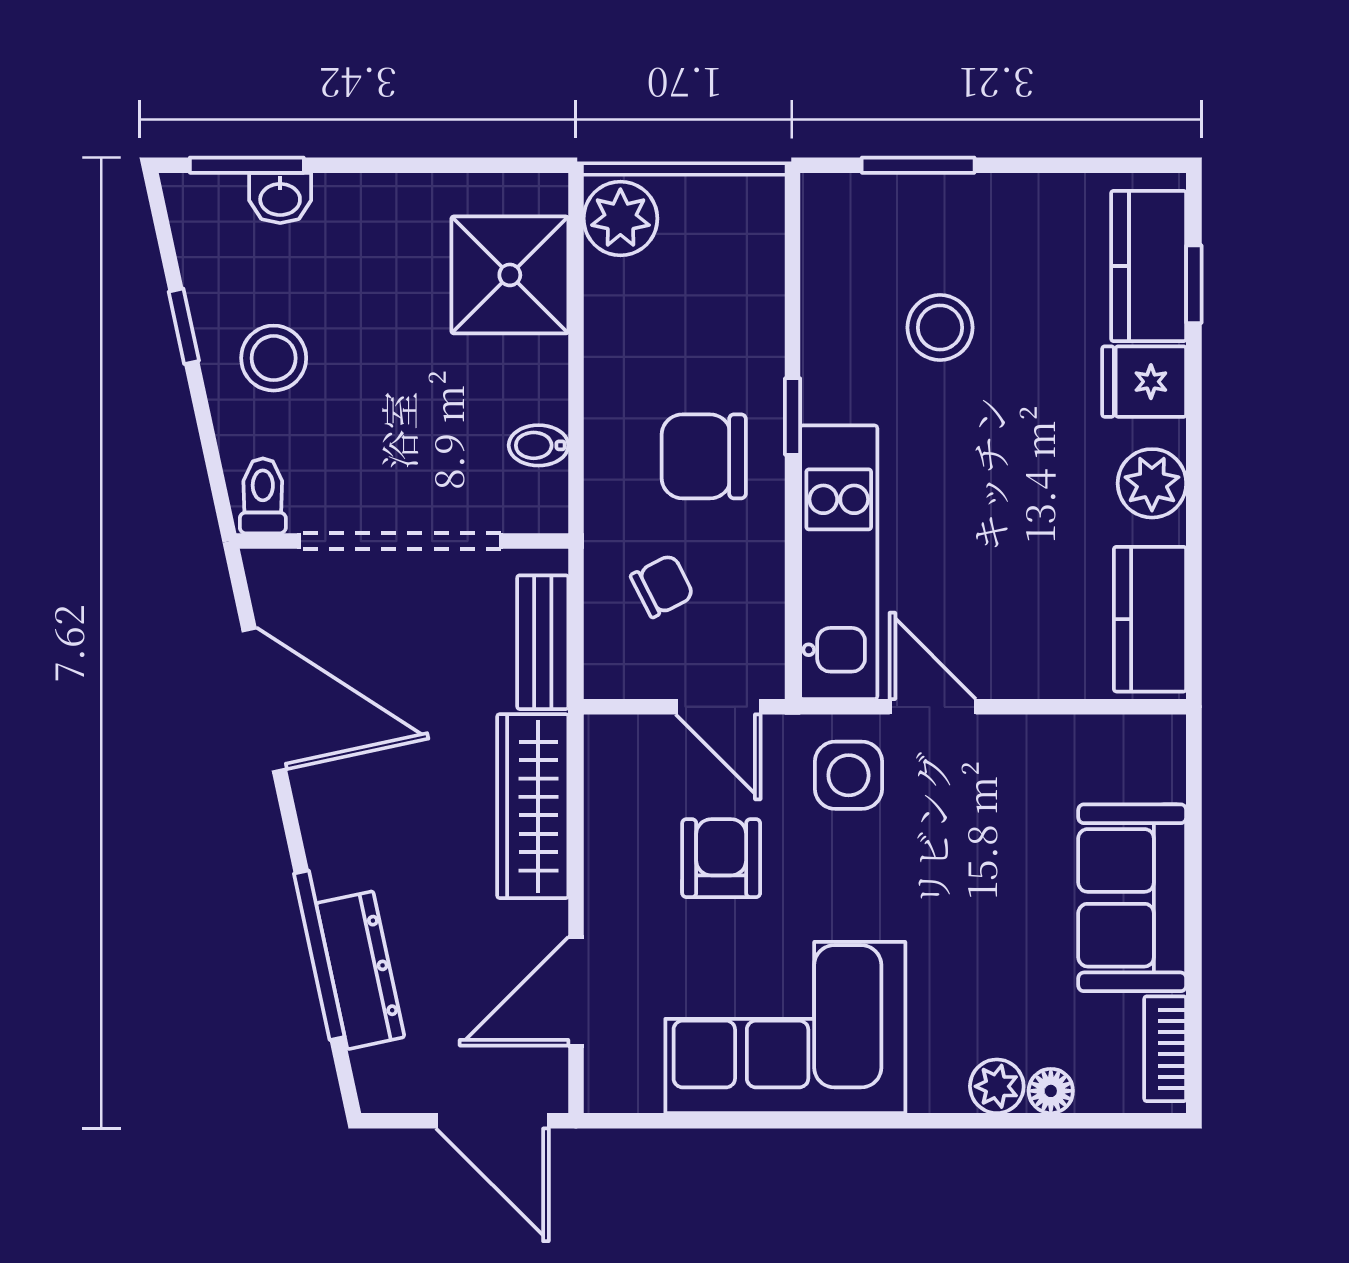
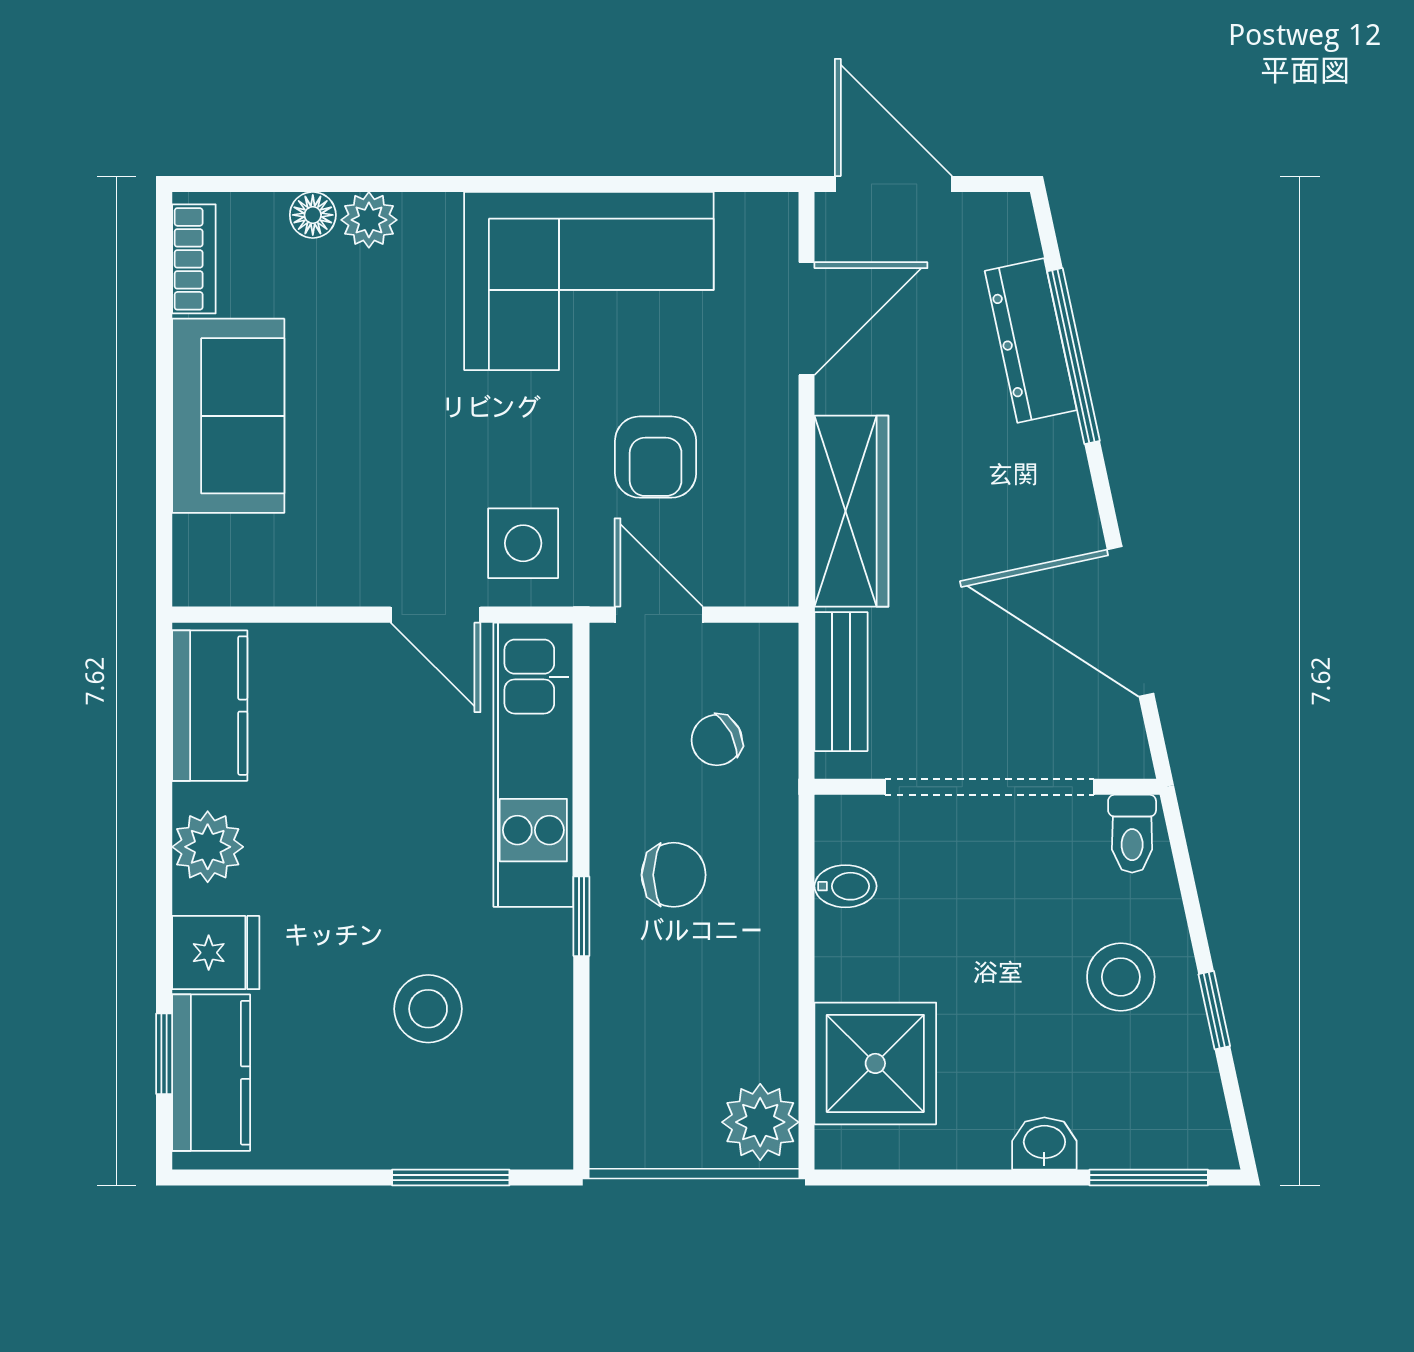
washbasin: (280, 198) -> (1044, 1143), moved
chair: (704, 456) -> (674, 875), width x0.73, depth x0.73

